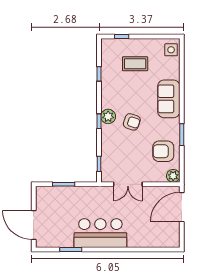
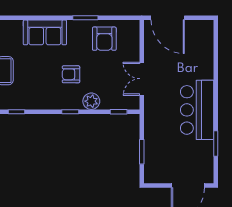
plant: (108, 116) -> (91, 101), moved
armchair: (132, 122) -> (71, 74), turned -109
plant: (173, 176) -> (132, 27), removed
double door: (128, 184) -> (142, 79), swing flipped

